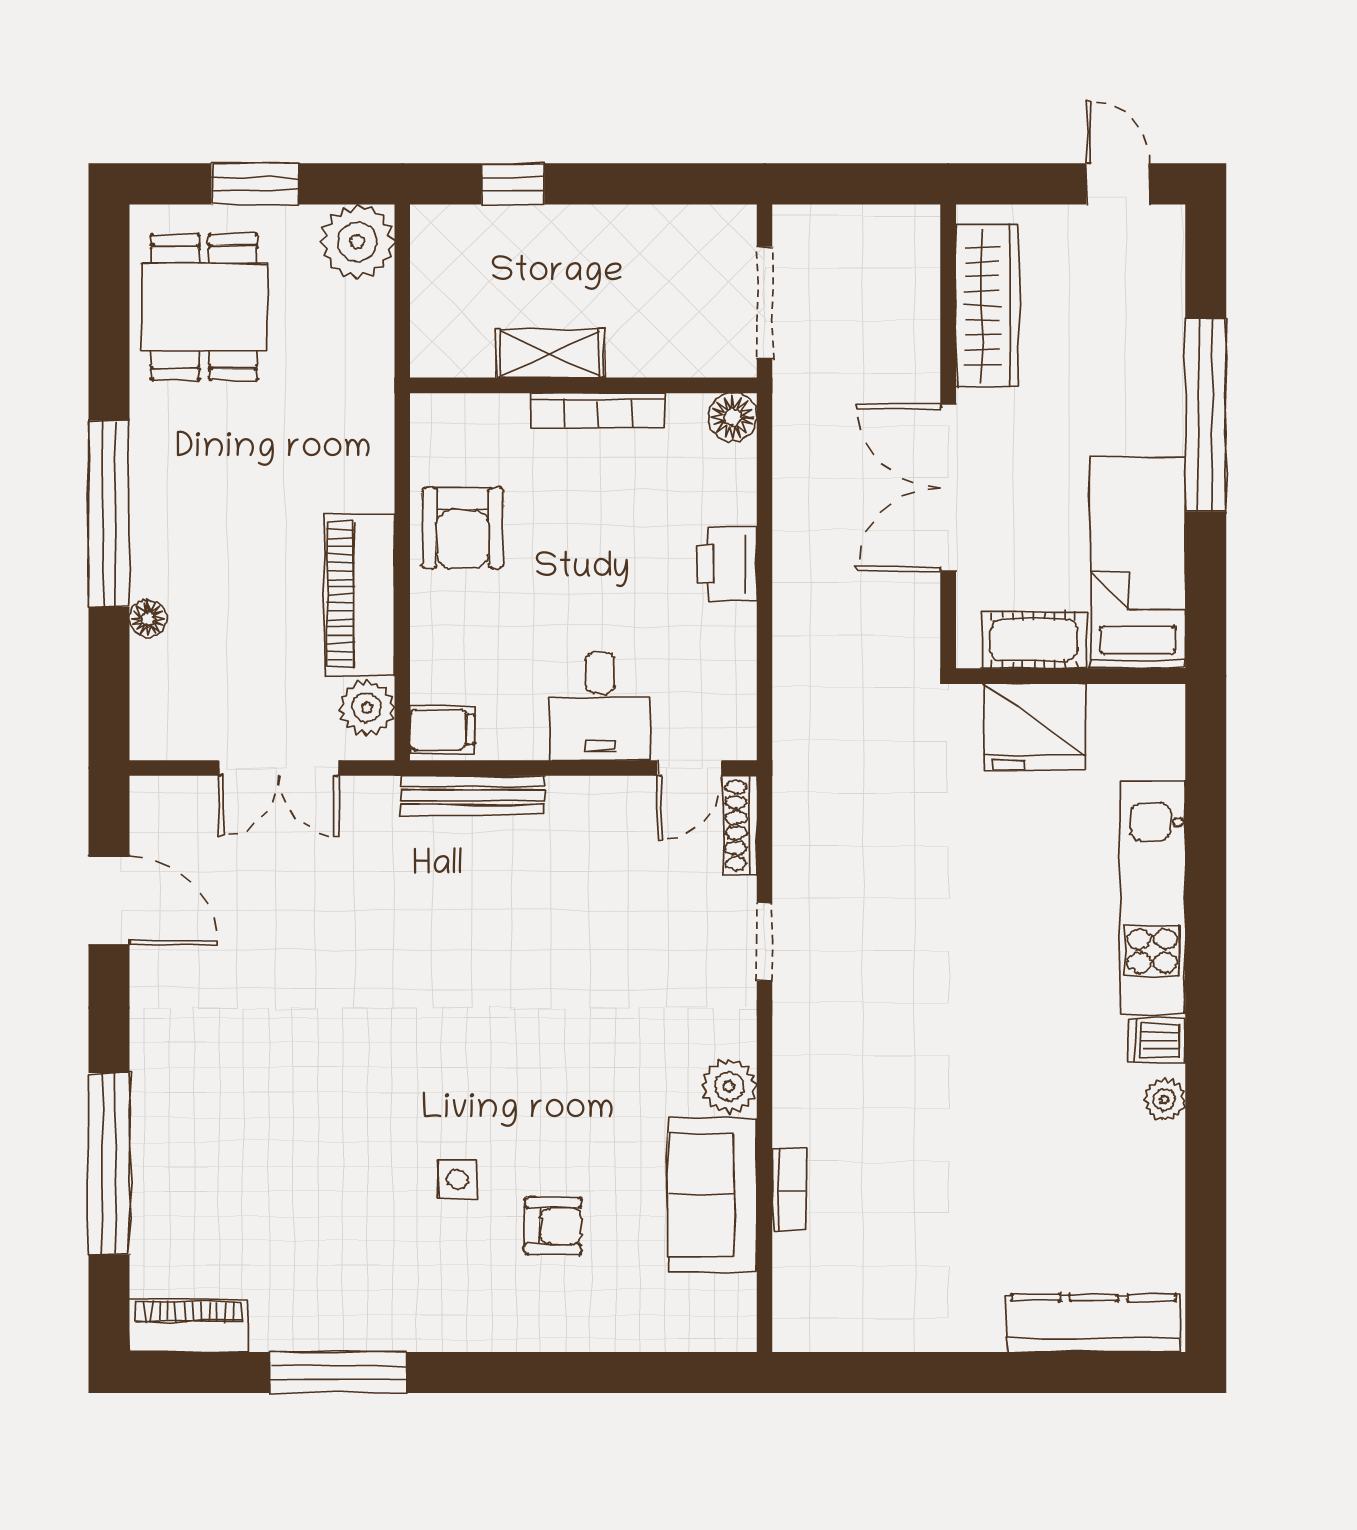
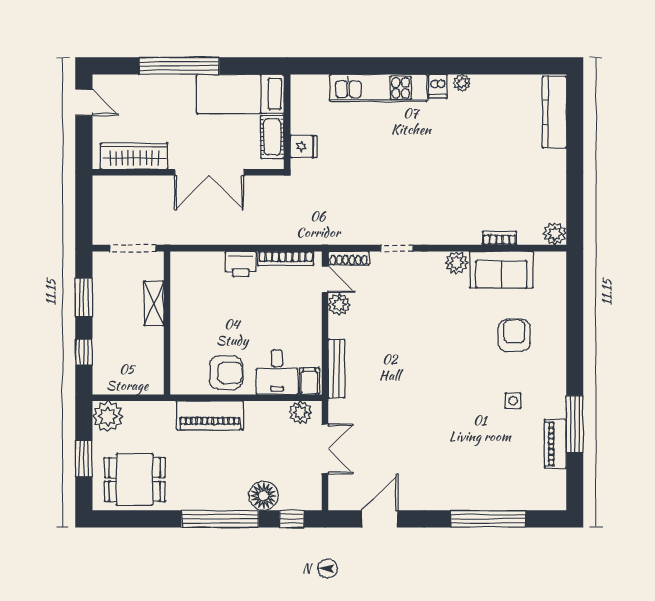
window: (644, 184) -> (84, 298), added
door: (1118, 184) -> (84, 102), swing flipped
shelving: (550, 353) -> (154, 303), moved
bookcase: (598, 410) -> (286, 258), moved, turned 90
floor lamp: (733, 417) -> (180, 261), removed
piano: (359, 595) -> (210, 415), moved
floor lamp: (148, 619) -> (263, 496), width x1.89, depth x1.89
window: (109, 687) -> (292, 519), added
desk: (600, 706) -> (277, 372), moved, turned 90
fridge: (1034, 727) -> (304, 147), width x0.53, depth x0.75
plant: (628, 802) -> (339, 304), added
side table: (457, 1179) -> (513, 401), moved
armchair: (553, 1226) -> (514, 335), width x1.38, depth x1.38
plant: (800, 1324) -> (555, 234), added
piano: (189, 1326) -> (555, 444), moved

